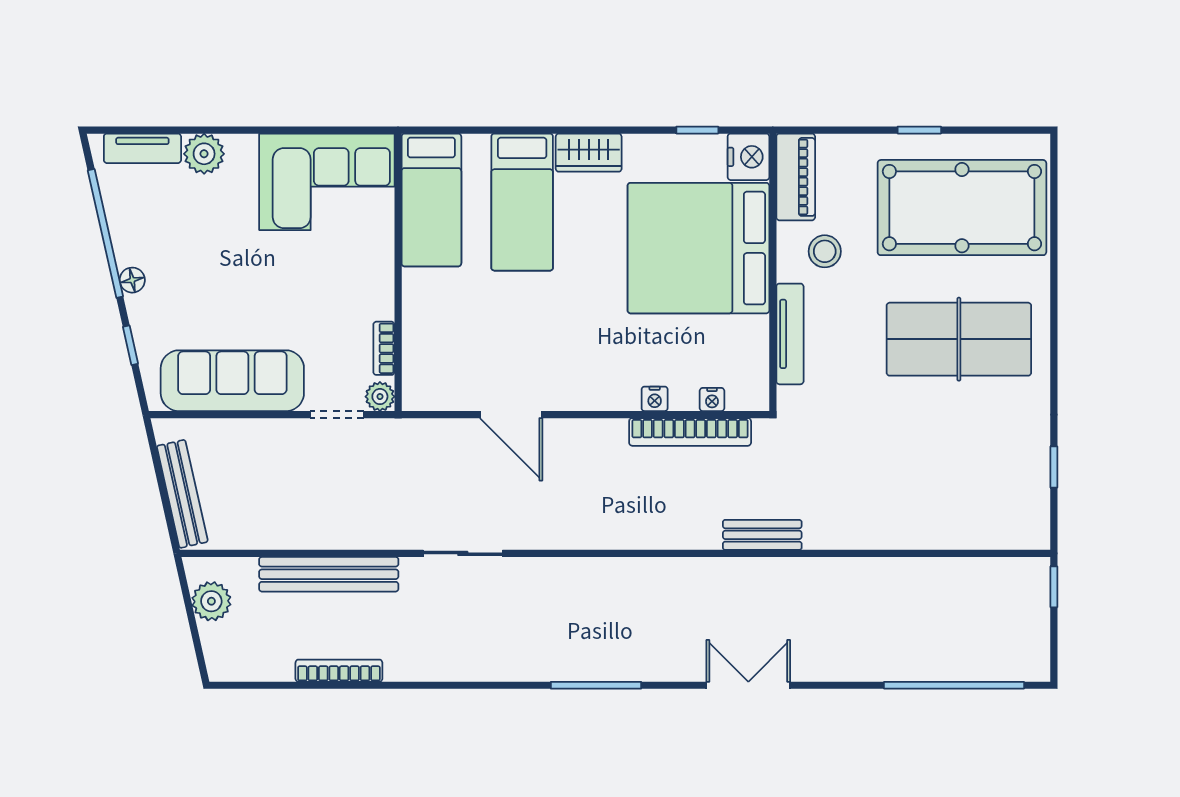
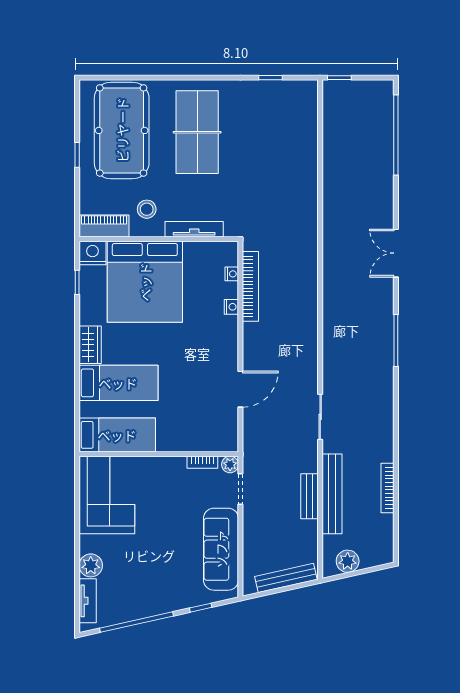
floor lamp: (132, 280) -> (163, 607), removed
bench: (762, 535) -> (309, 496), moved

